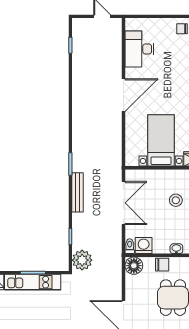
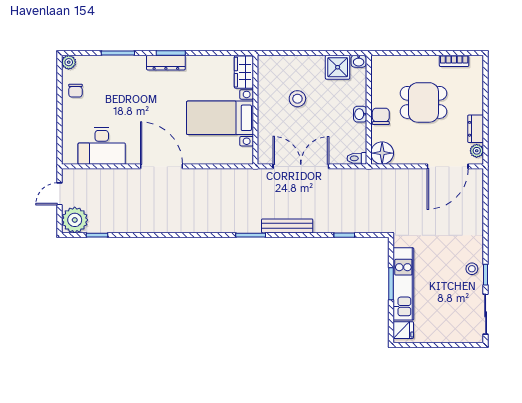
washing machine: (144, 246) -> (356, 140), removed
washbasin: (176, 249) -> (360, 114), moved
plant: (82, 260) -> (75, 220), moved

